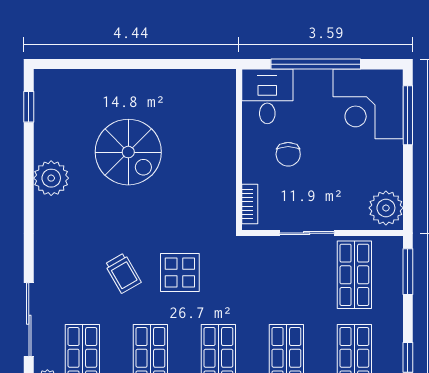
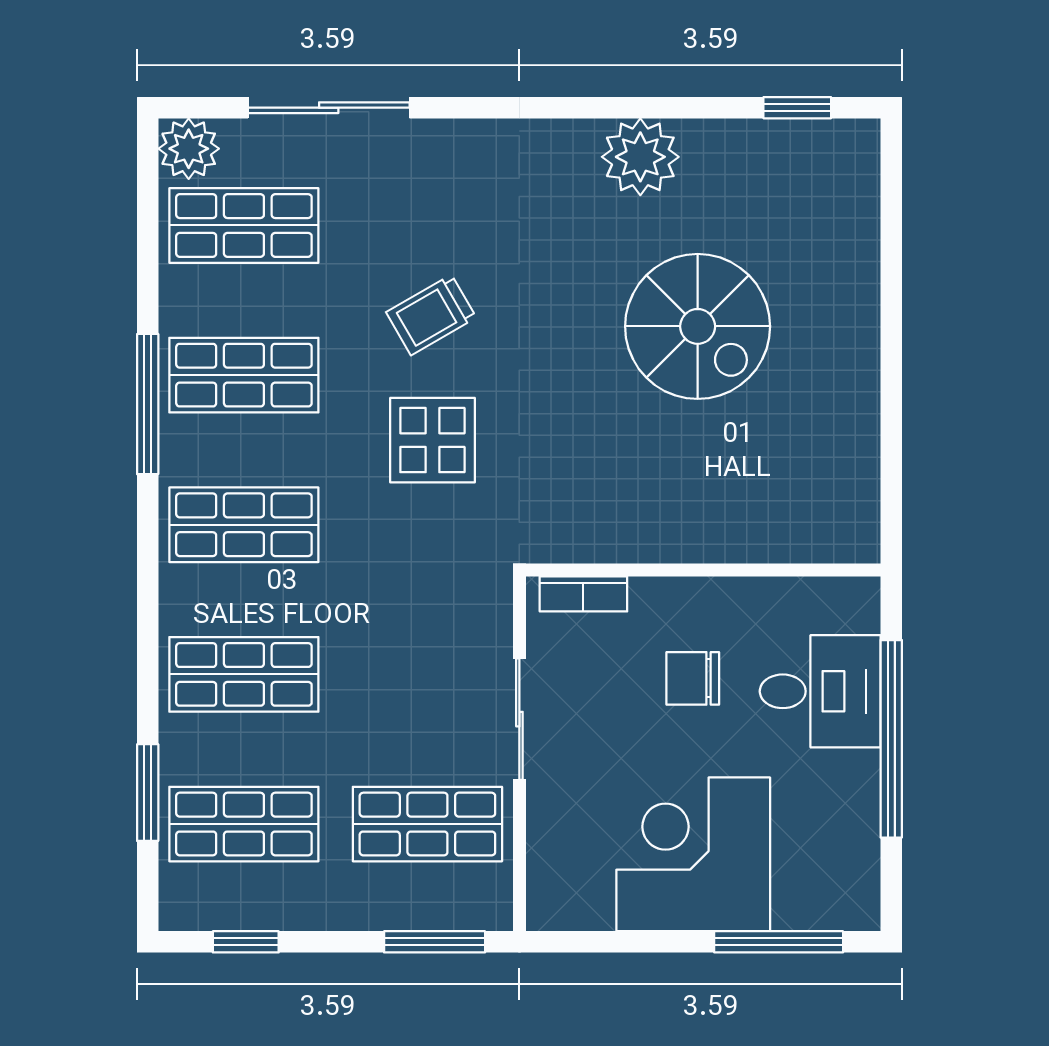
desk: (267, 96) -> (820, 691), moved
corner desk: (368, 104) -> (693, 854), moved
spiral stairs: (128, 152) -> (698, 326), turned -90
plant: (386, 208) -> (575, 894), removed

